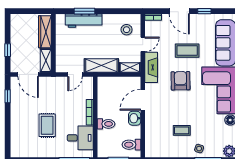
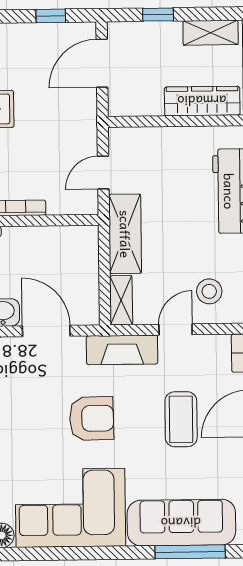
door: (143, 44) -> (176, 329), swing flipped
coffee table: (187, 51) -> (181, 419), moved
shelving: (46, 60) -> (211, 33), moved
door: (75, 74) -> (103, 173), hinge flipped

